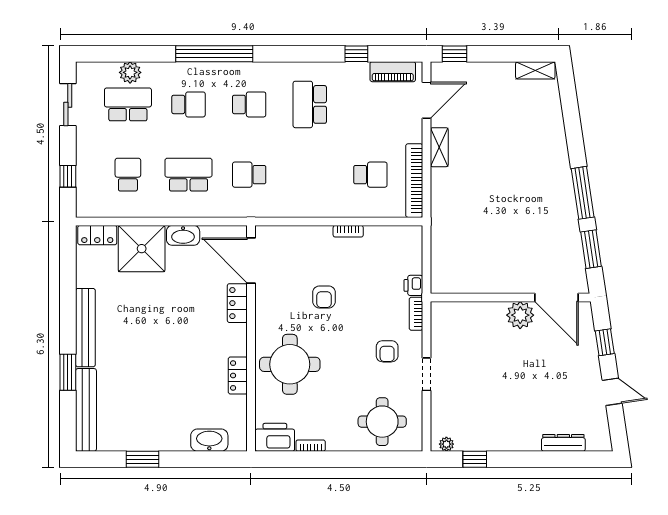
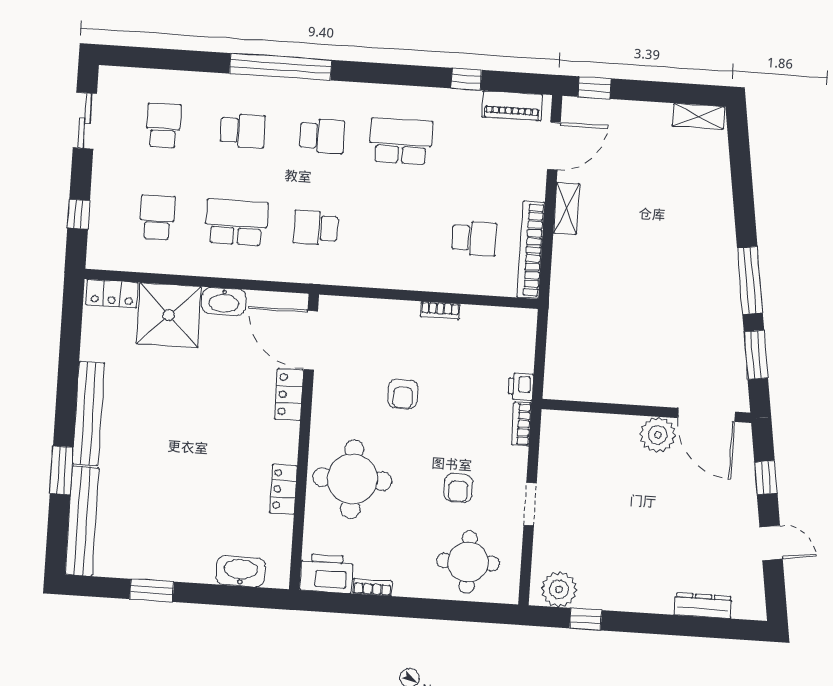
plant: (130, 72) -> (169, 84), removed
school desk: (128, 104) -> (163, 125), width x0.54
school desk: (310, 104) -> (401, 141), turned 90
armchair: (387, 351) -> (458, 488), moved
plant: (446, 444) -> (559, 589), width x1.87, depth x1.87

